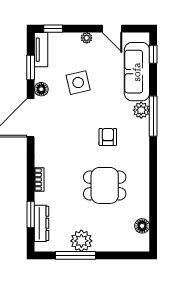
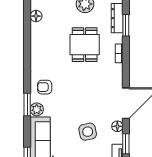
window: (153, 116) -> (27, 105), width x0.69
armchair: (108, 137) -> (45, 87), moved, turned 90
dining table: (105, 185) -> (85, 45), moved, turned 90

